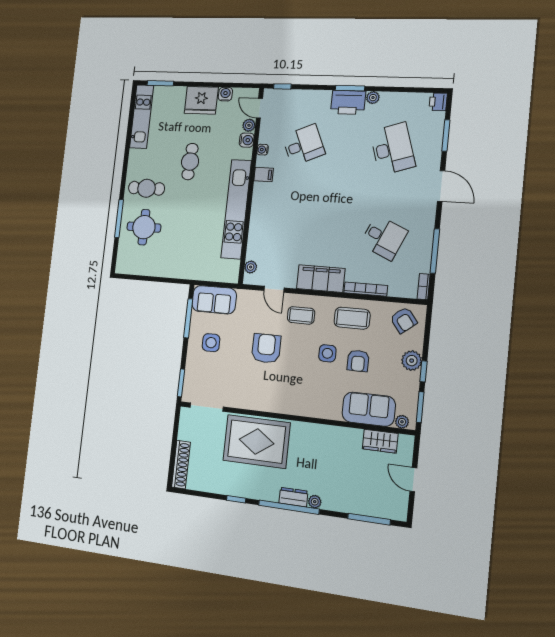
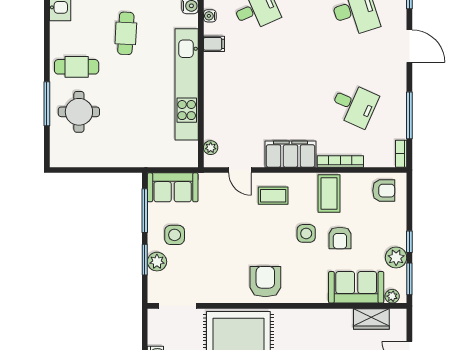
coffee table: (352, 318) -> (329, 194), turned 90
armchair: (404, 320) -> (384, 191), turned -52
armchair: (266, 348) -> (265, 282), moved
plant: (412, 361) -> (396, 258), moved
plant: (193, 365) -> (157, 262), added
window: (181, 383) -> (145, 260), moved

